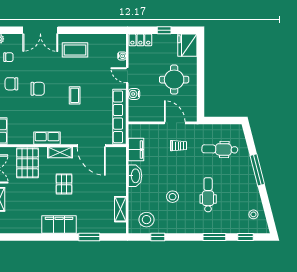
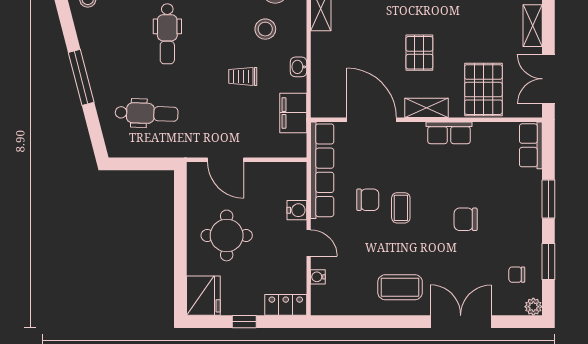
chair: (11, 84) -> (368, 200), moved
trolley: (178, 146) -> (243, 76), moved
washbasin: (135, 176) -> (298, 67), width x0.52, depth x0.69
stool: (173, 197) -> (265, 29), moved

